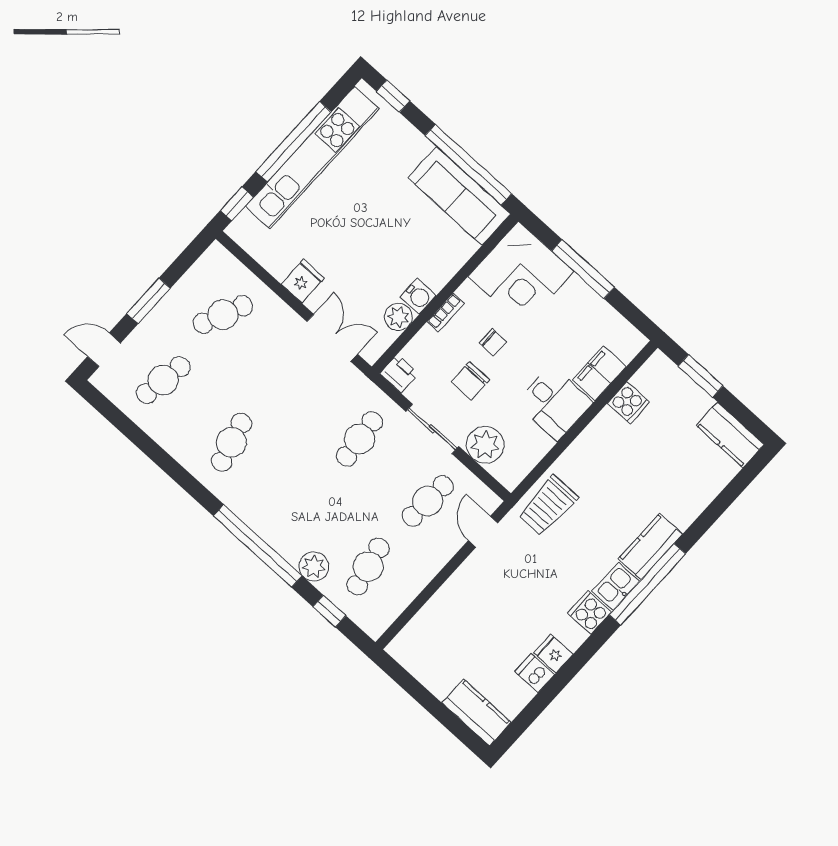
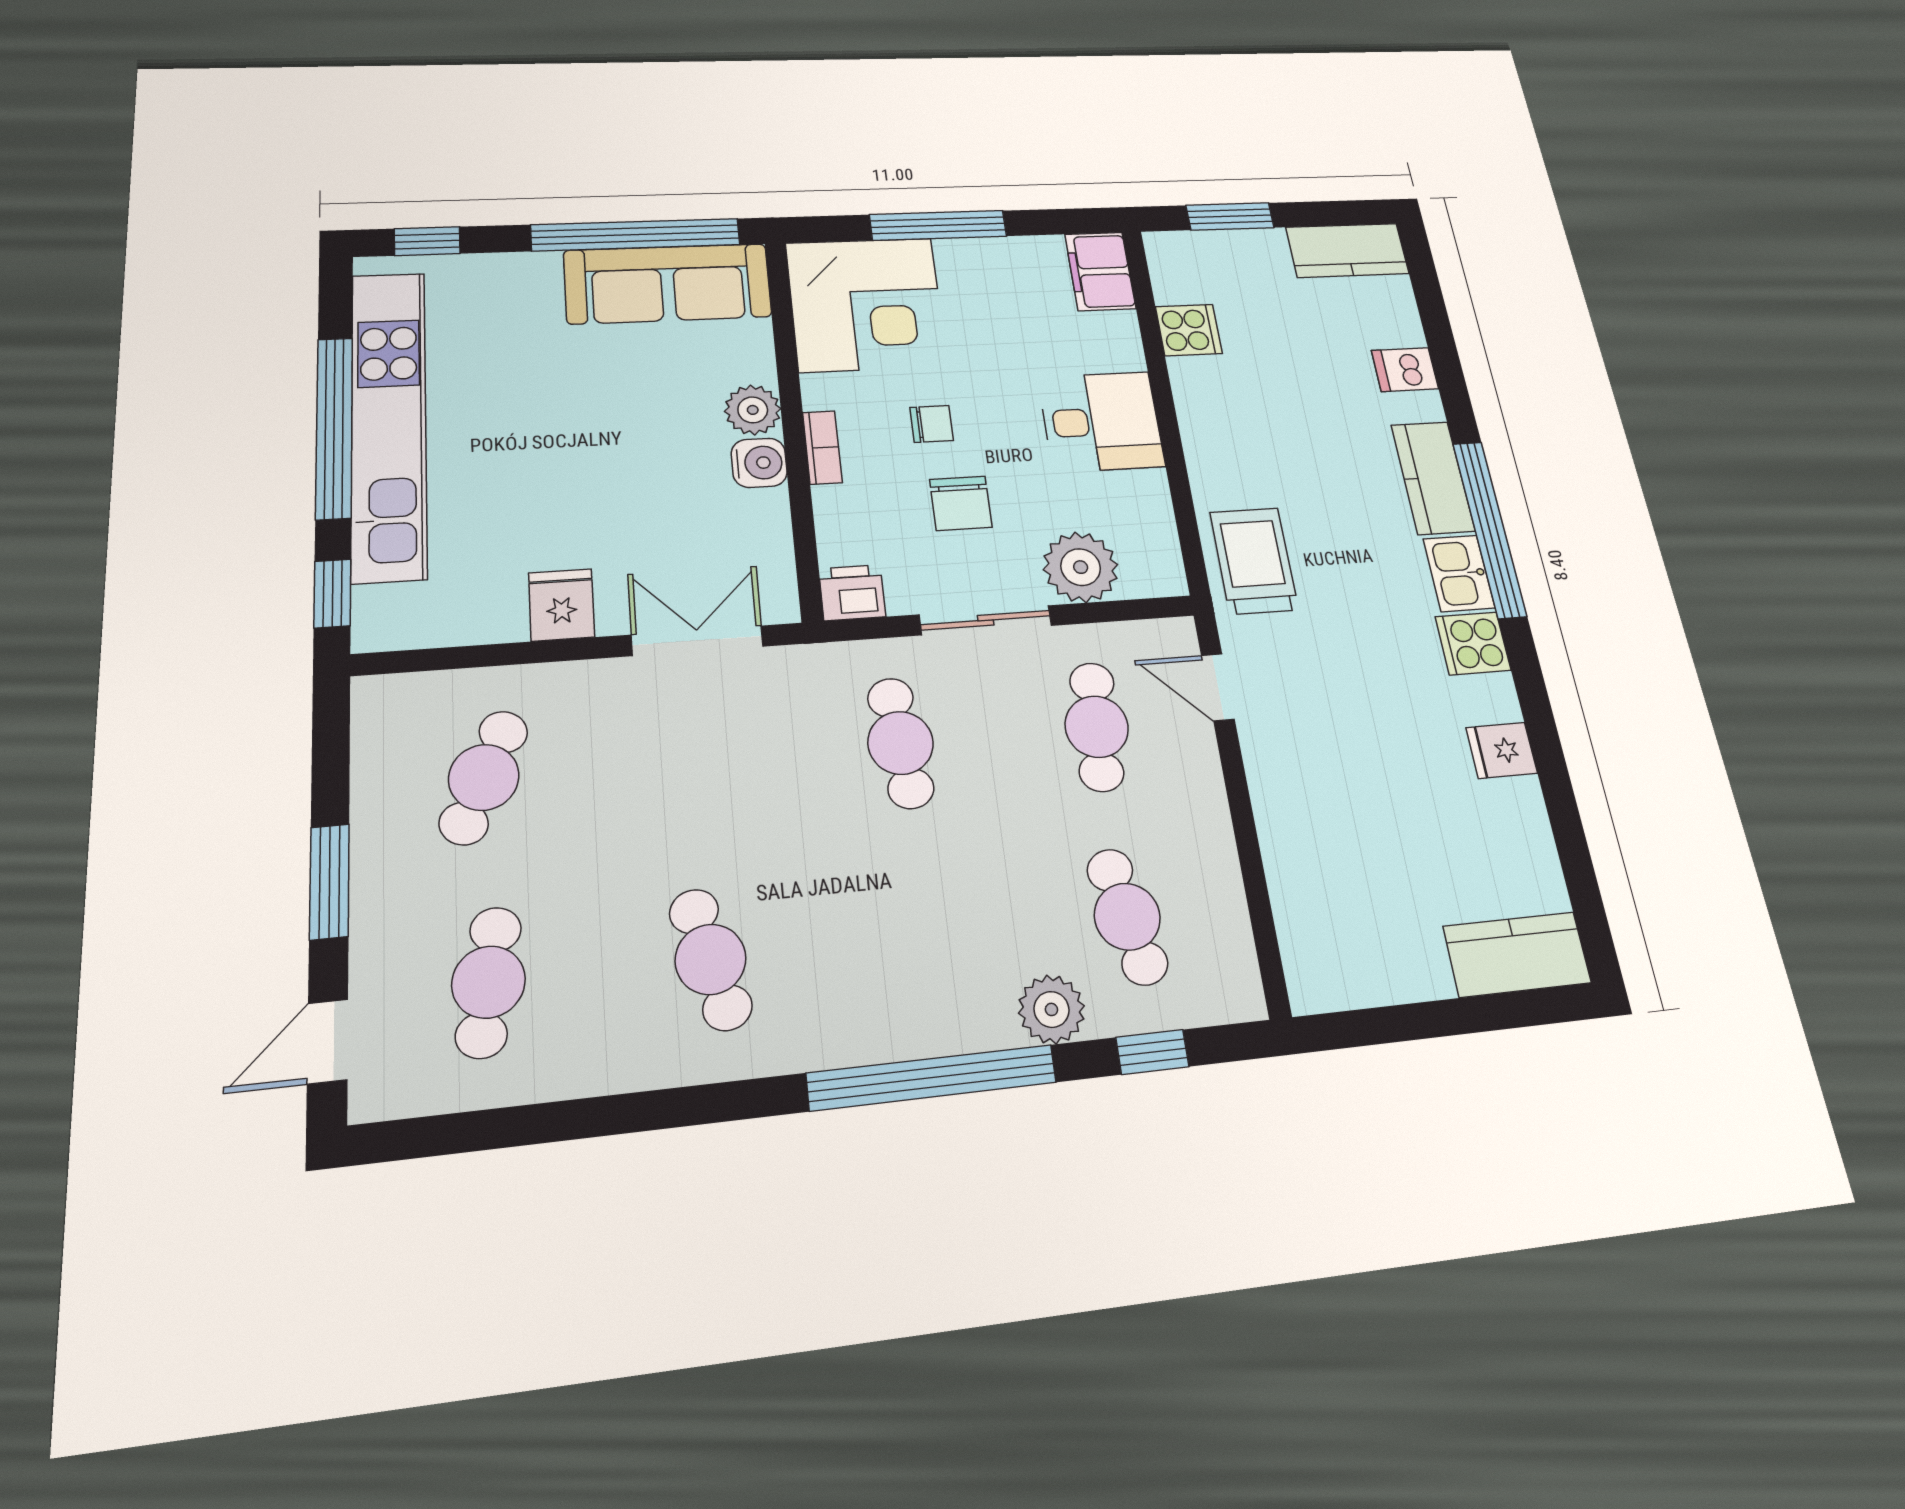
plant: (398, 317) -> (753, 410), moved
filing cabinet: (599, 373) -> (1100, 271), moved
trolley: (548, 506) -> (1254, 561), turned 180
dishwasher: (535, 673) -> (1405, 370), moved

